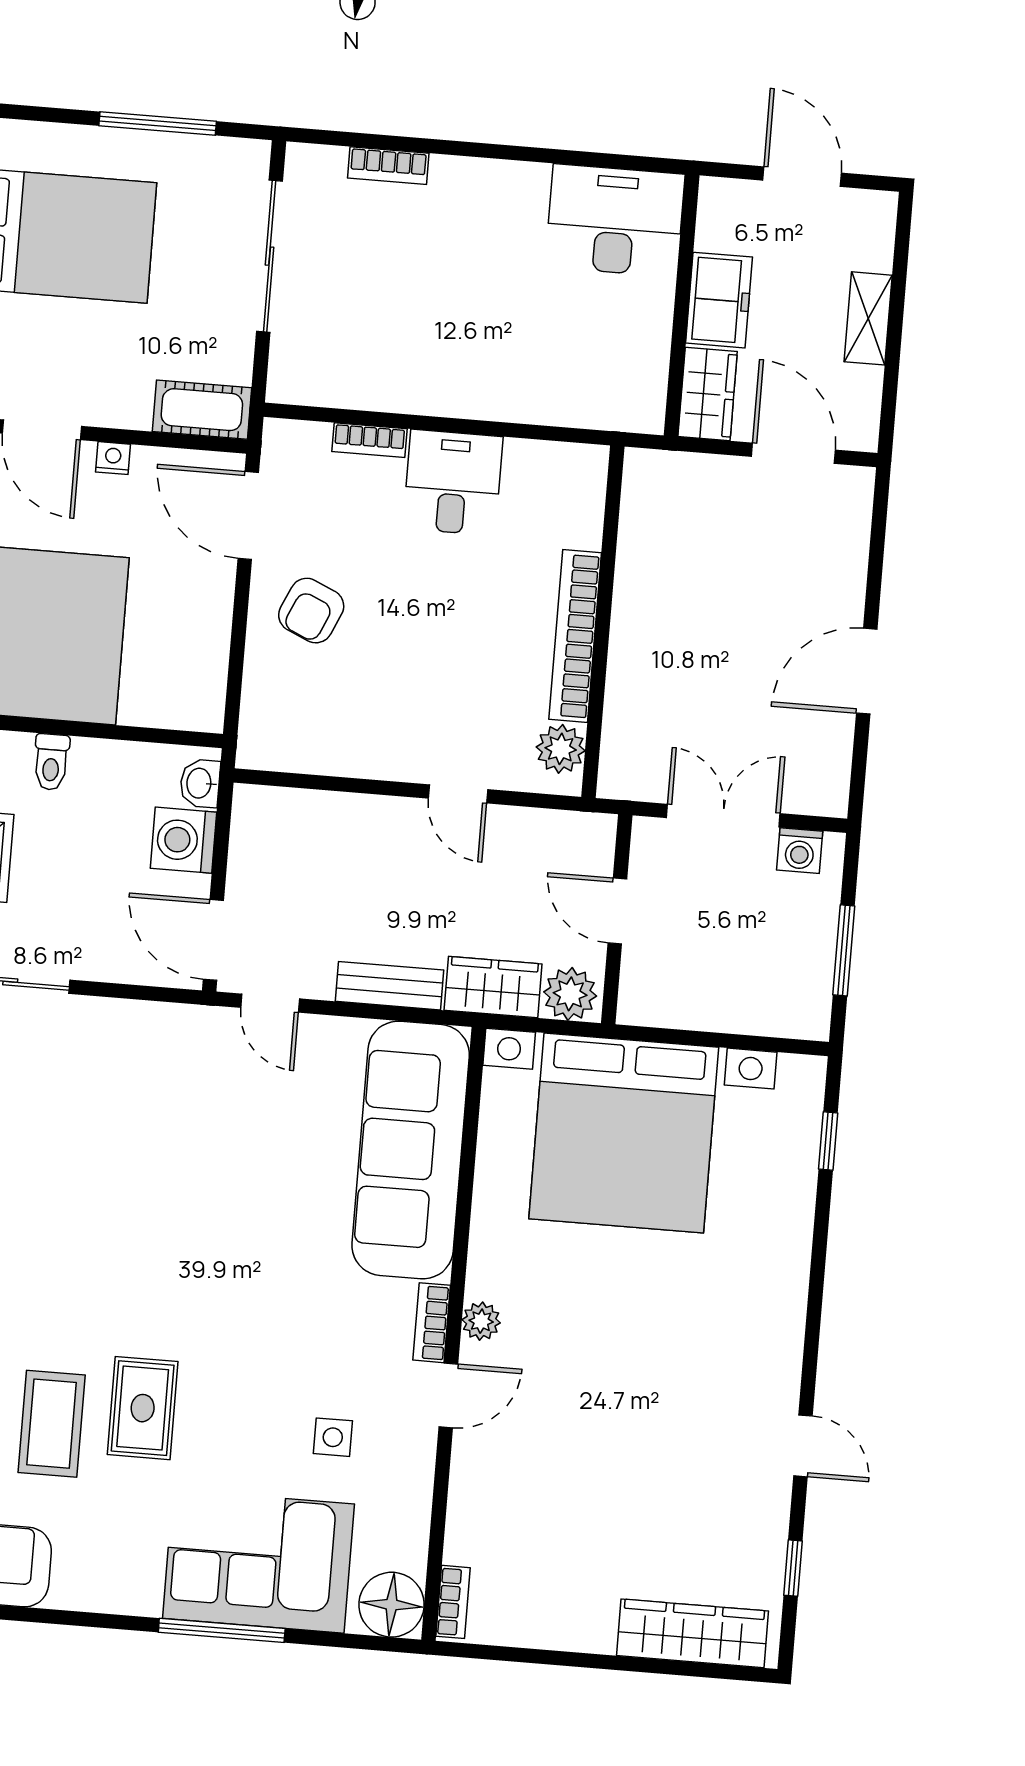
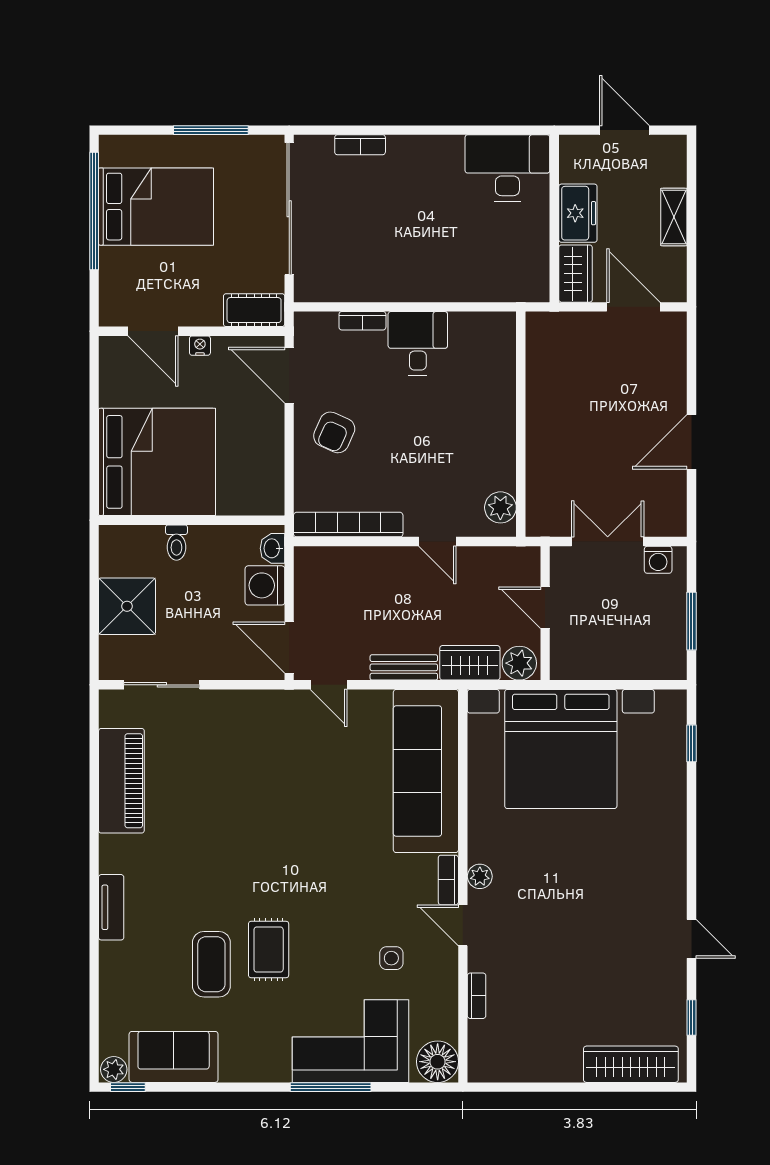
sliding door: (270, 256) -> (289, 209), width x1.36
bookcase: (575, 636) -> (348, 525), moved, turned 90
door: (448, 1395) -> (463, 925), swing flipped
bookcase: (453, 1602) -> (477, 996), moved

